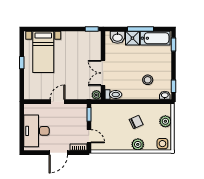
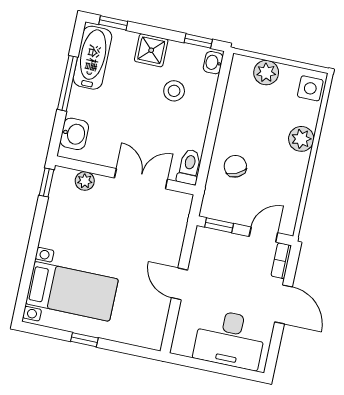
shower: (132, 38) -> (151, 50), moved
double door: (103, 73) -> (141, 179), swing flipped
plant: (96, 95) -> (85, 181), moved
chair: (136, 122) -> (235, 166), moved

